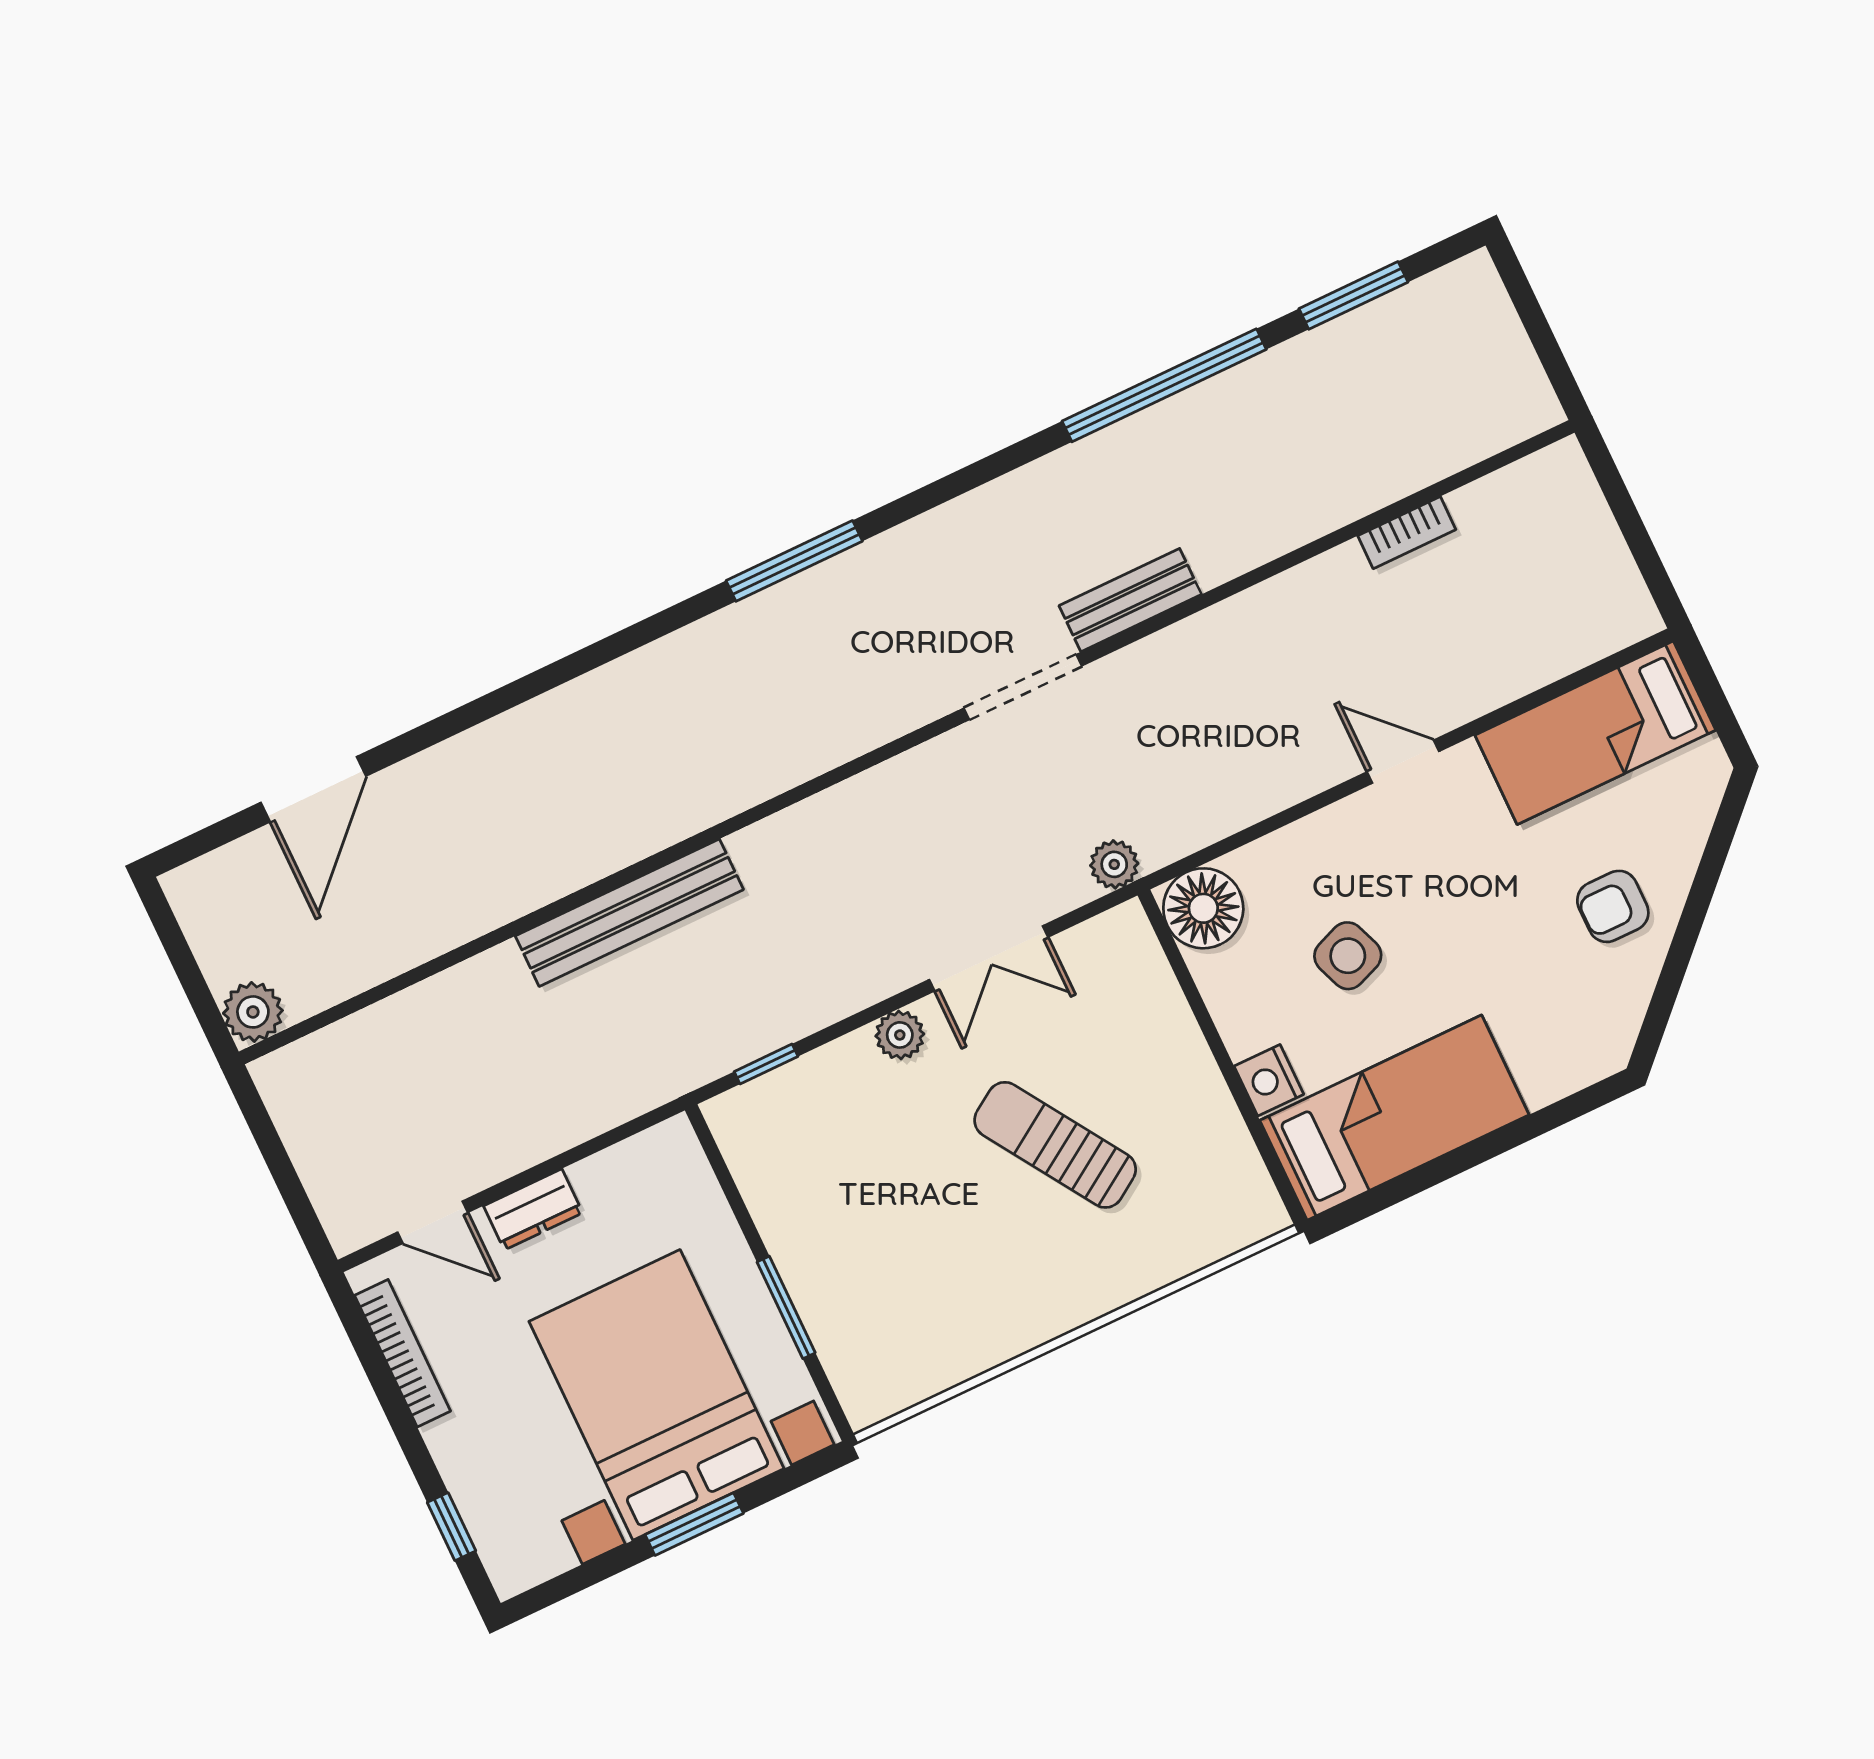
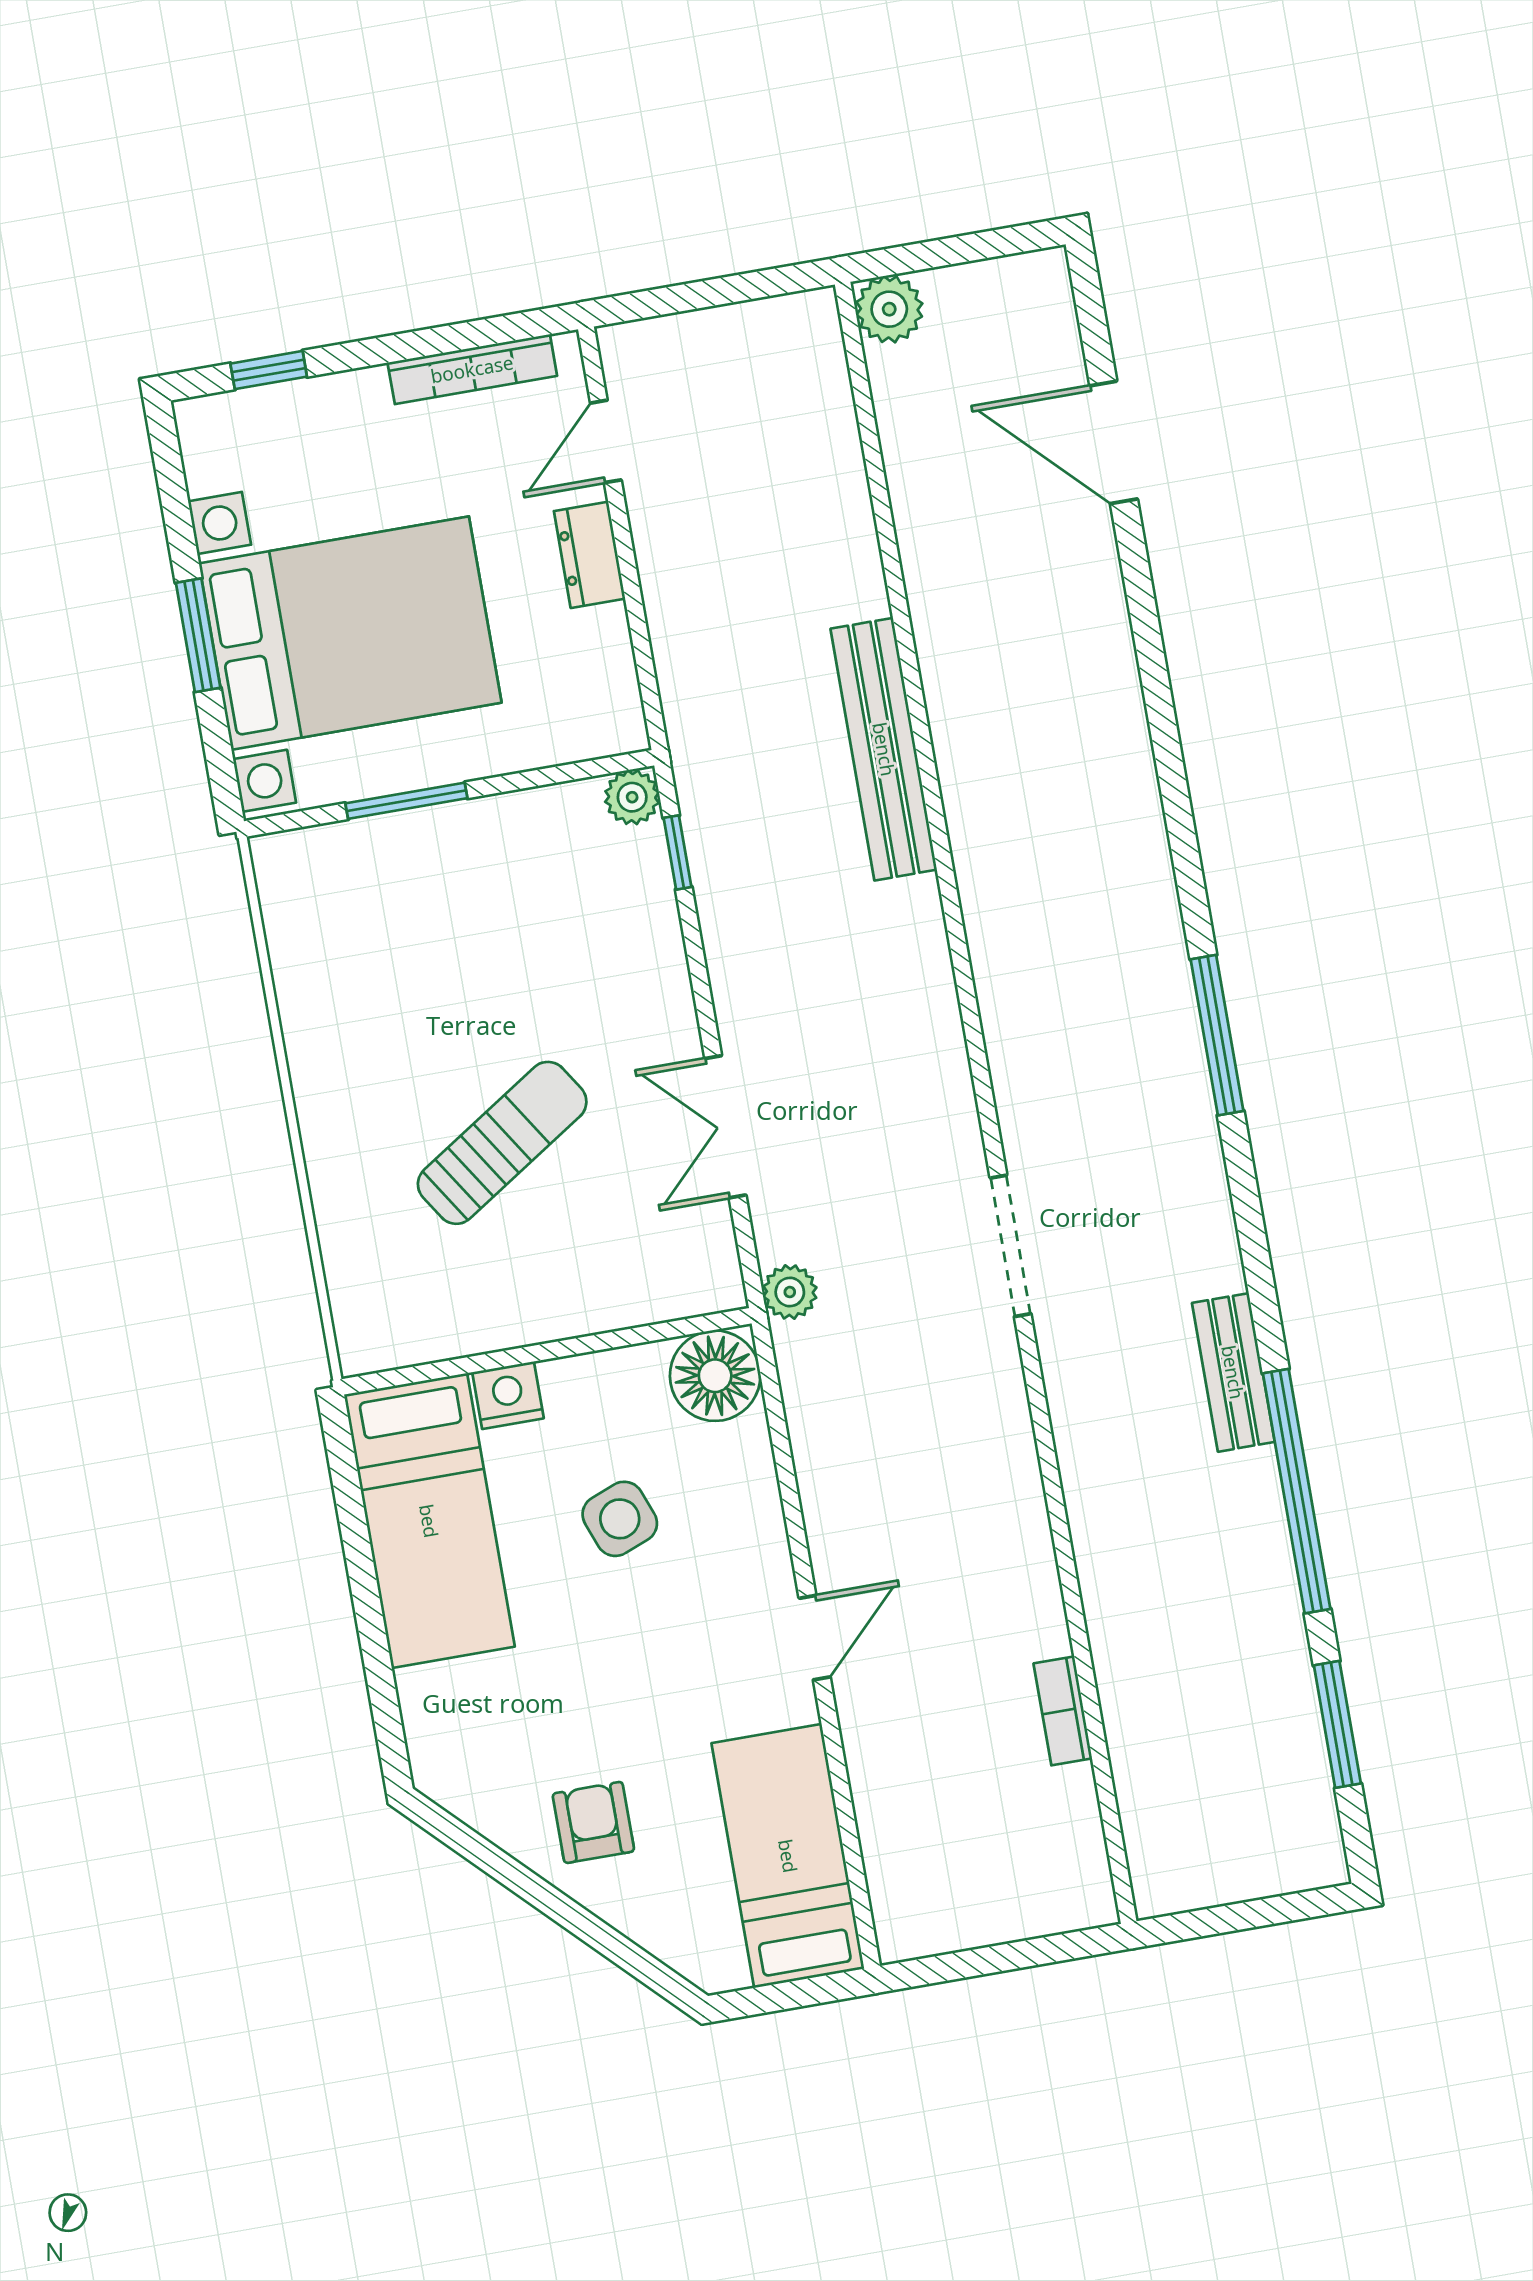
bench: (1130, 600) -> (1233, 1372), moved
plant: (900, 1035) -> (632, 797), moved

